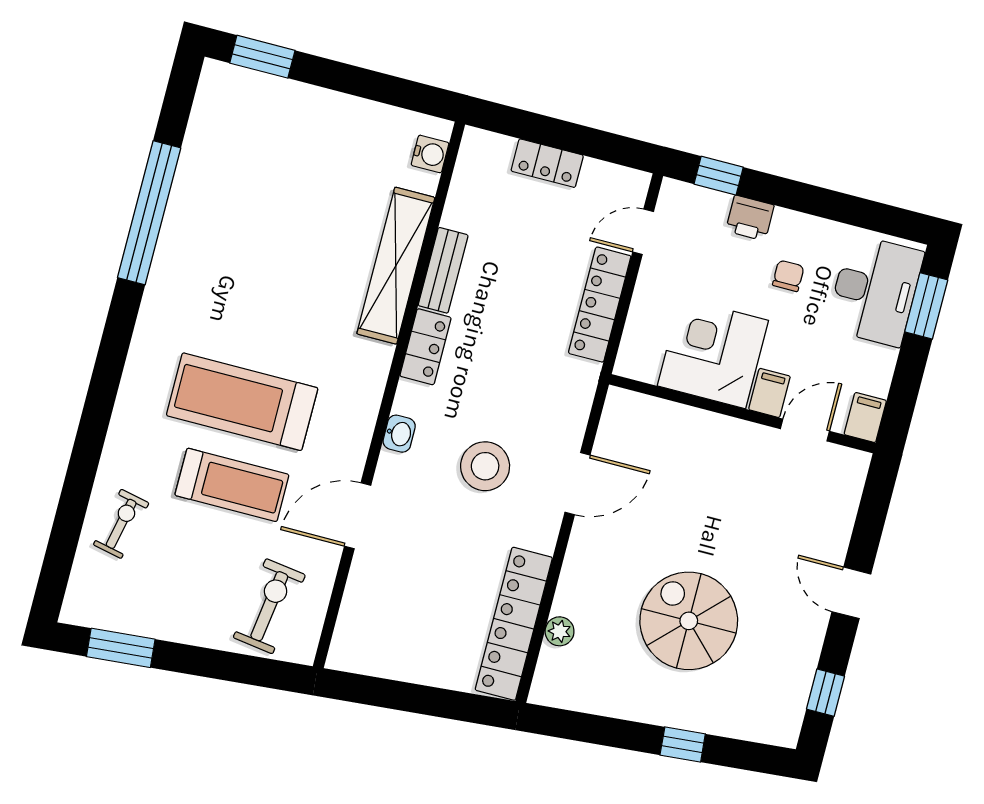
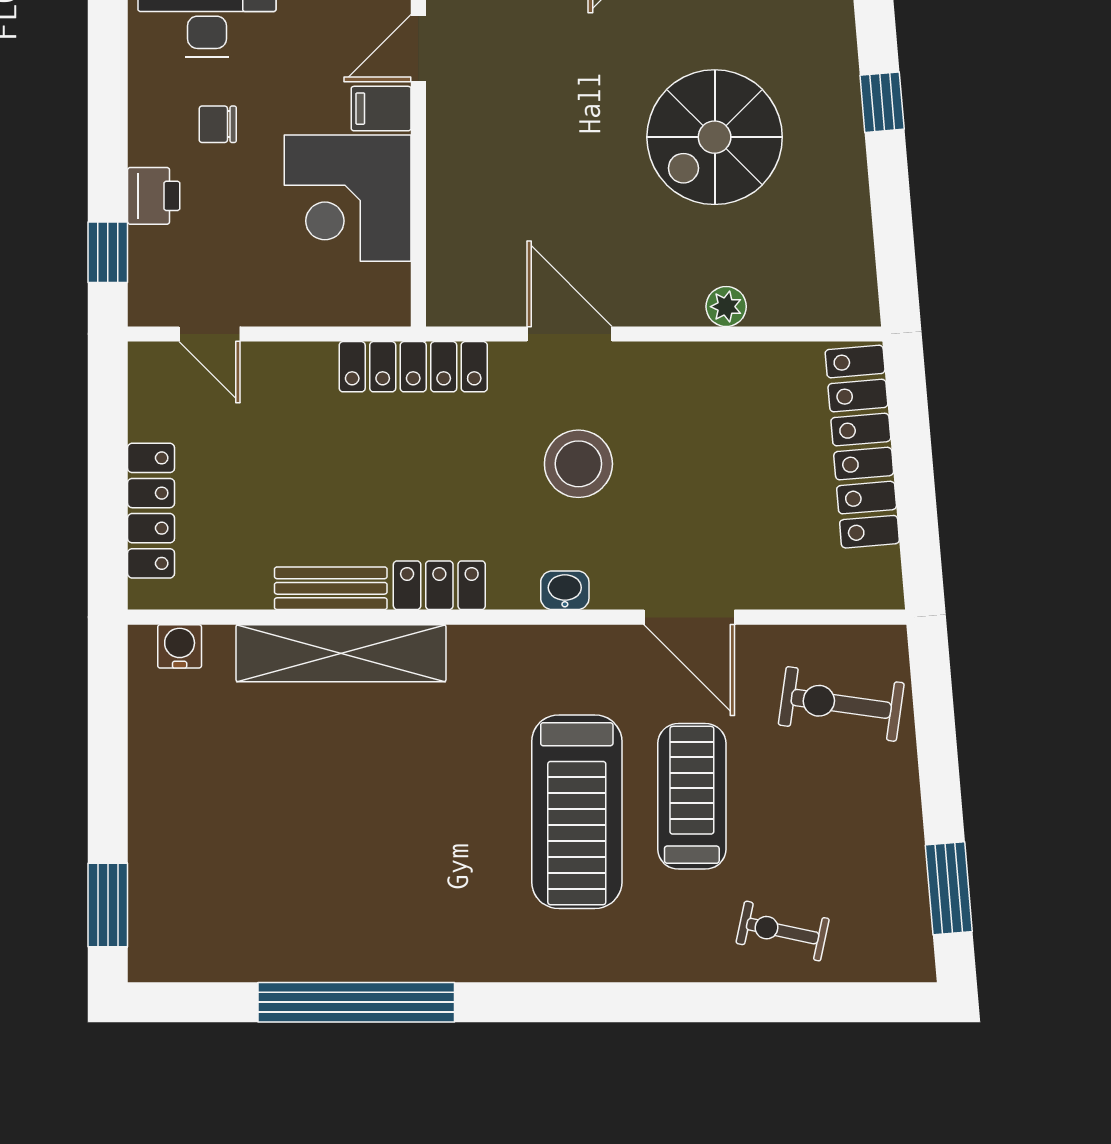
locker: (547, 163) -> (151, 511), width x1.53
locker: (600, 305) -> (413, 367), moved
door: (805, 430) -> (418, 48), hinge flipped
locker: (514, 624) -> (862, 447), moved, turned 85
plant: (560, 631) -> (726, 307), moved

